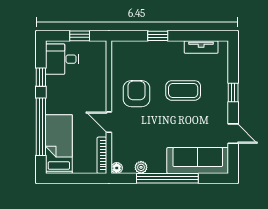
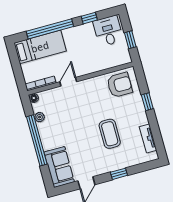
armchair: (137, 94) -> (120, 85), moved
sofa: (198, 160) -> (59, 167), width x0.73

